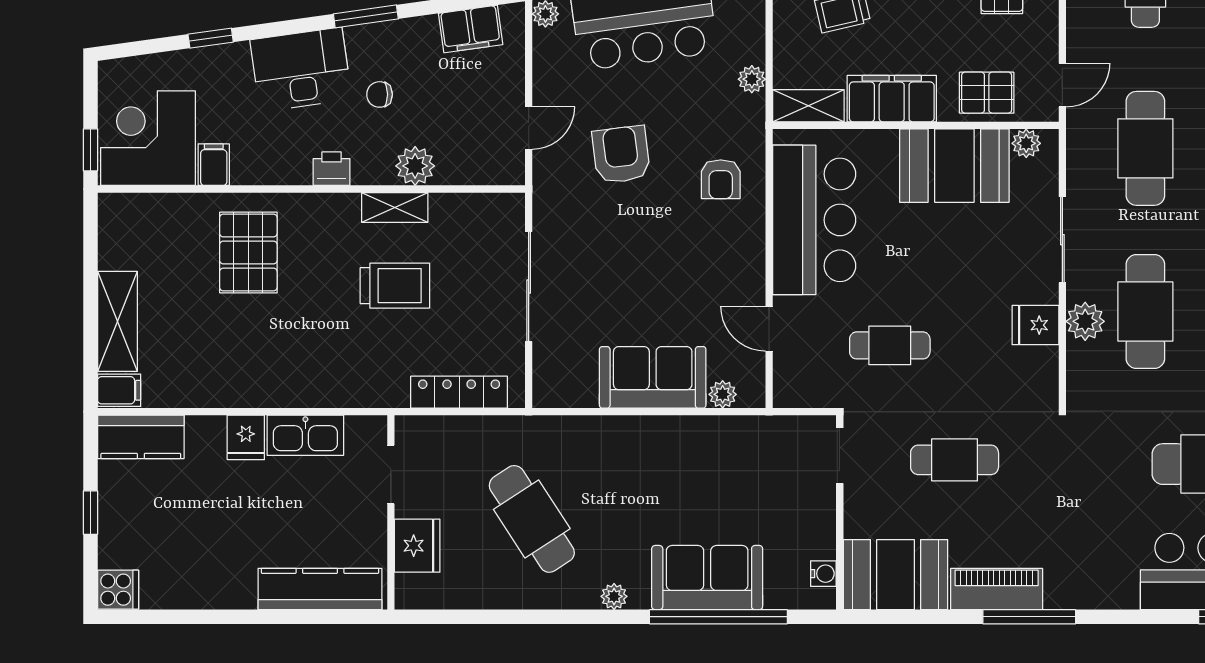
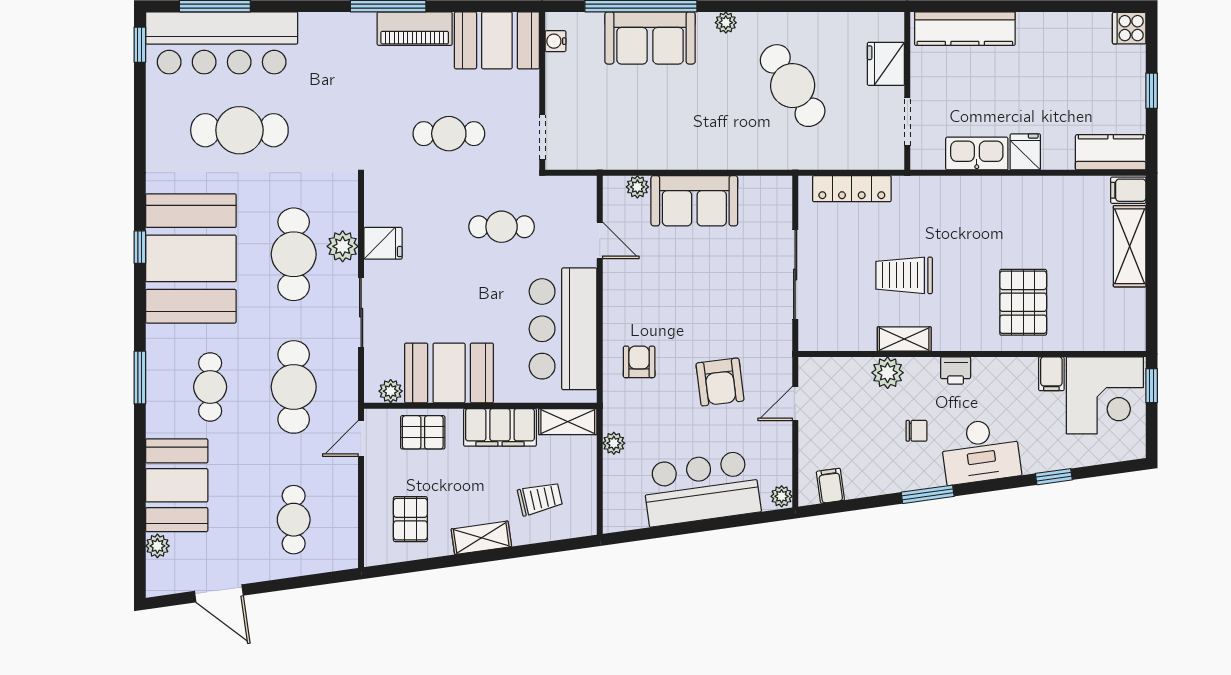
filing cabinet: (471, 29) -> (830, 486), width x0.50

